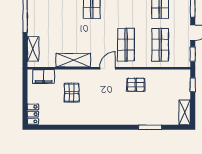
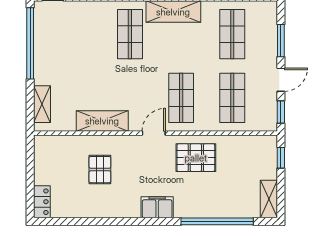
filing cabinet: (44, 77) -> (157, 207), moved, turned 180
pallet: (136, 85) -> (196, 158), width x1.50, depth x1.42
window: (150, 127) -> (217, 221), width x2.11

